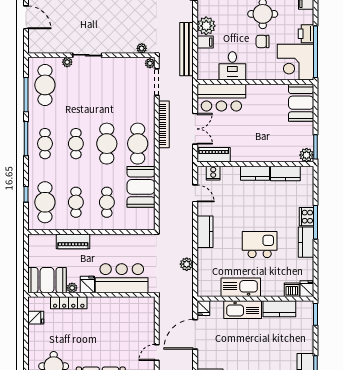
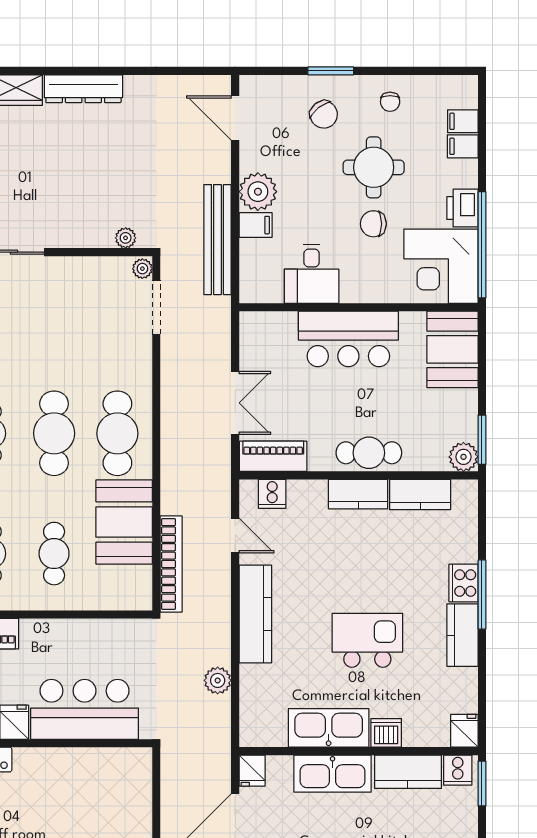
bar counter: (221, 98) -> (348, 339), moved
bookcase: (164, 124) -> (171, 564), moved
cafe table: (260, 153) -> (369, 453), added
kitchen counter: (205, 232) -> (255, 614), width x1.50
dishwasher: (292, 290) -> (386, 733), moved
cooker: (304, 308) -> (458, 770), added

